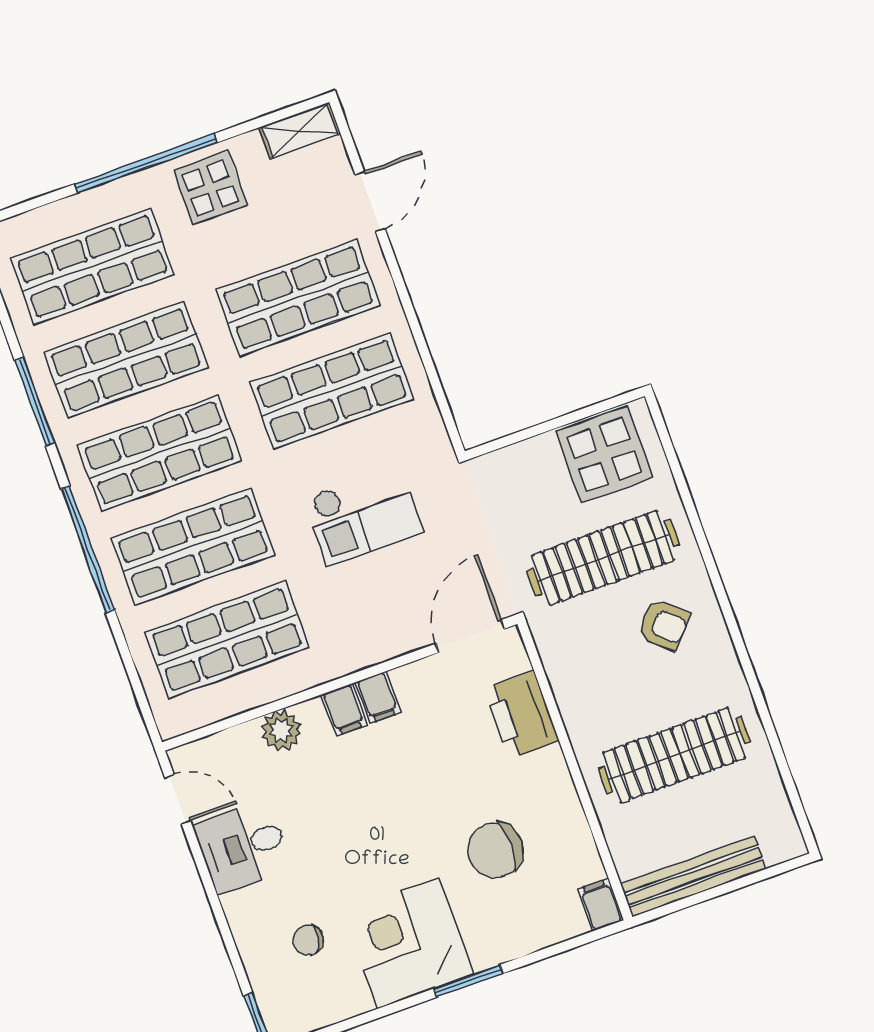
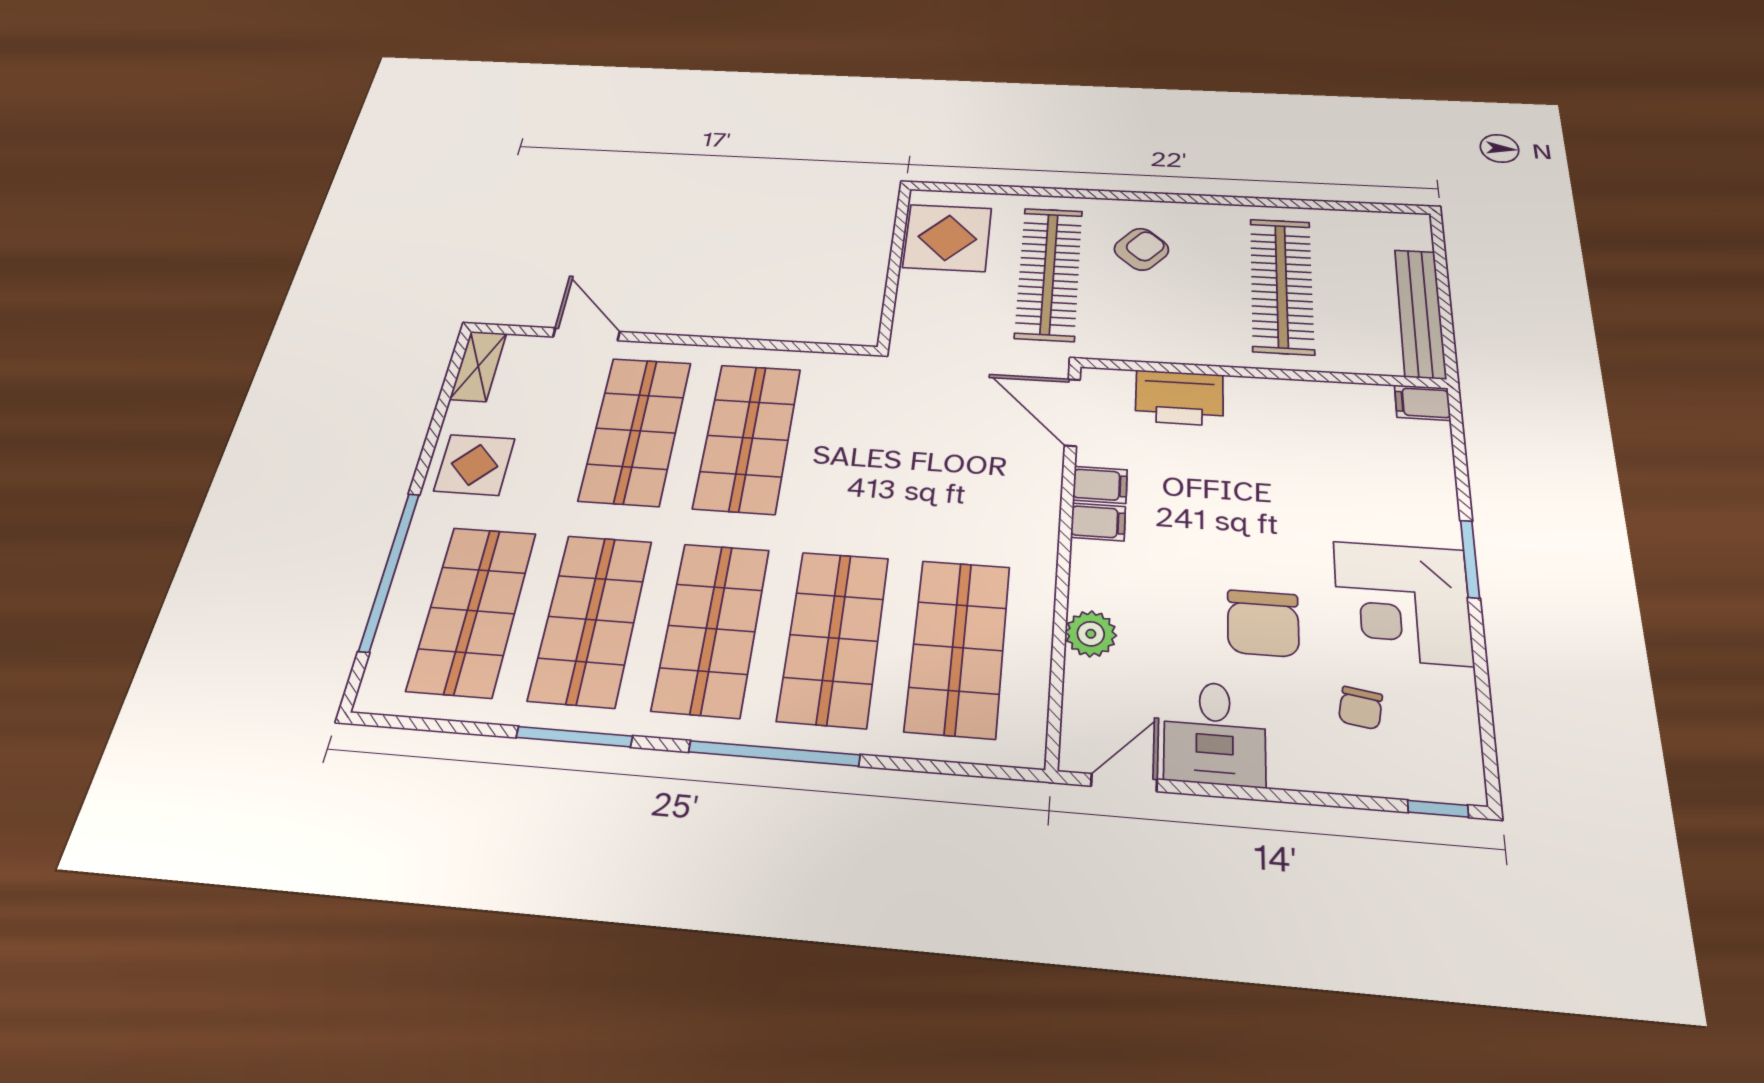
window: (146, 163) -> (390, 571), moved
checkout: (363, 515) -> (892, 459), removed
filing cabinet: (344, 710) -> (1100, 485), moved
chair: (495, 850) -> (1263, 623), moved

